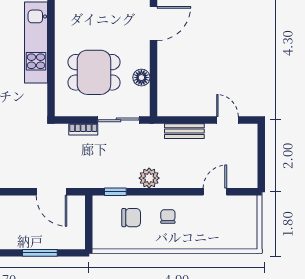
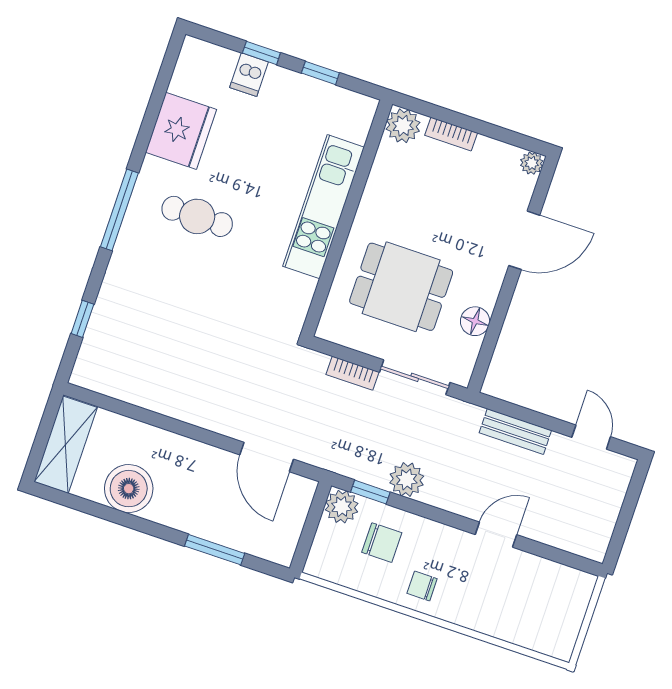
plant: (149, 178) -> (407, 480), moved
door: (215, 192) -> (496, 535), moved
plant: (102, 205) -> (342, 507), added
chair: (168, 216) -> (422, 586), moved, turned -90

